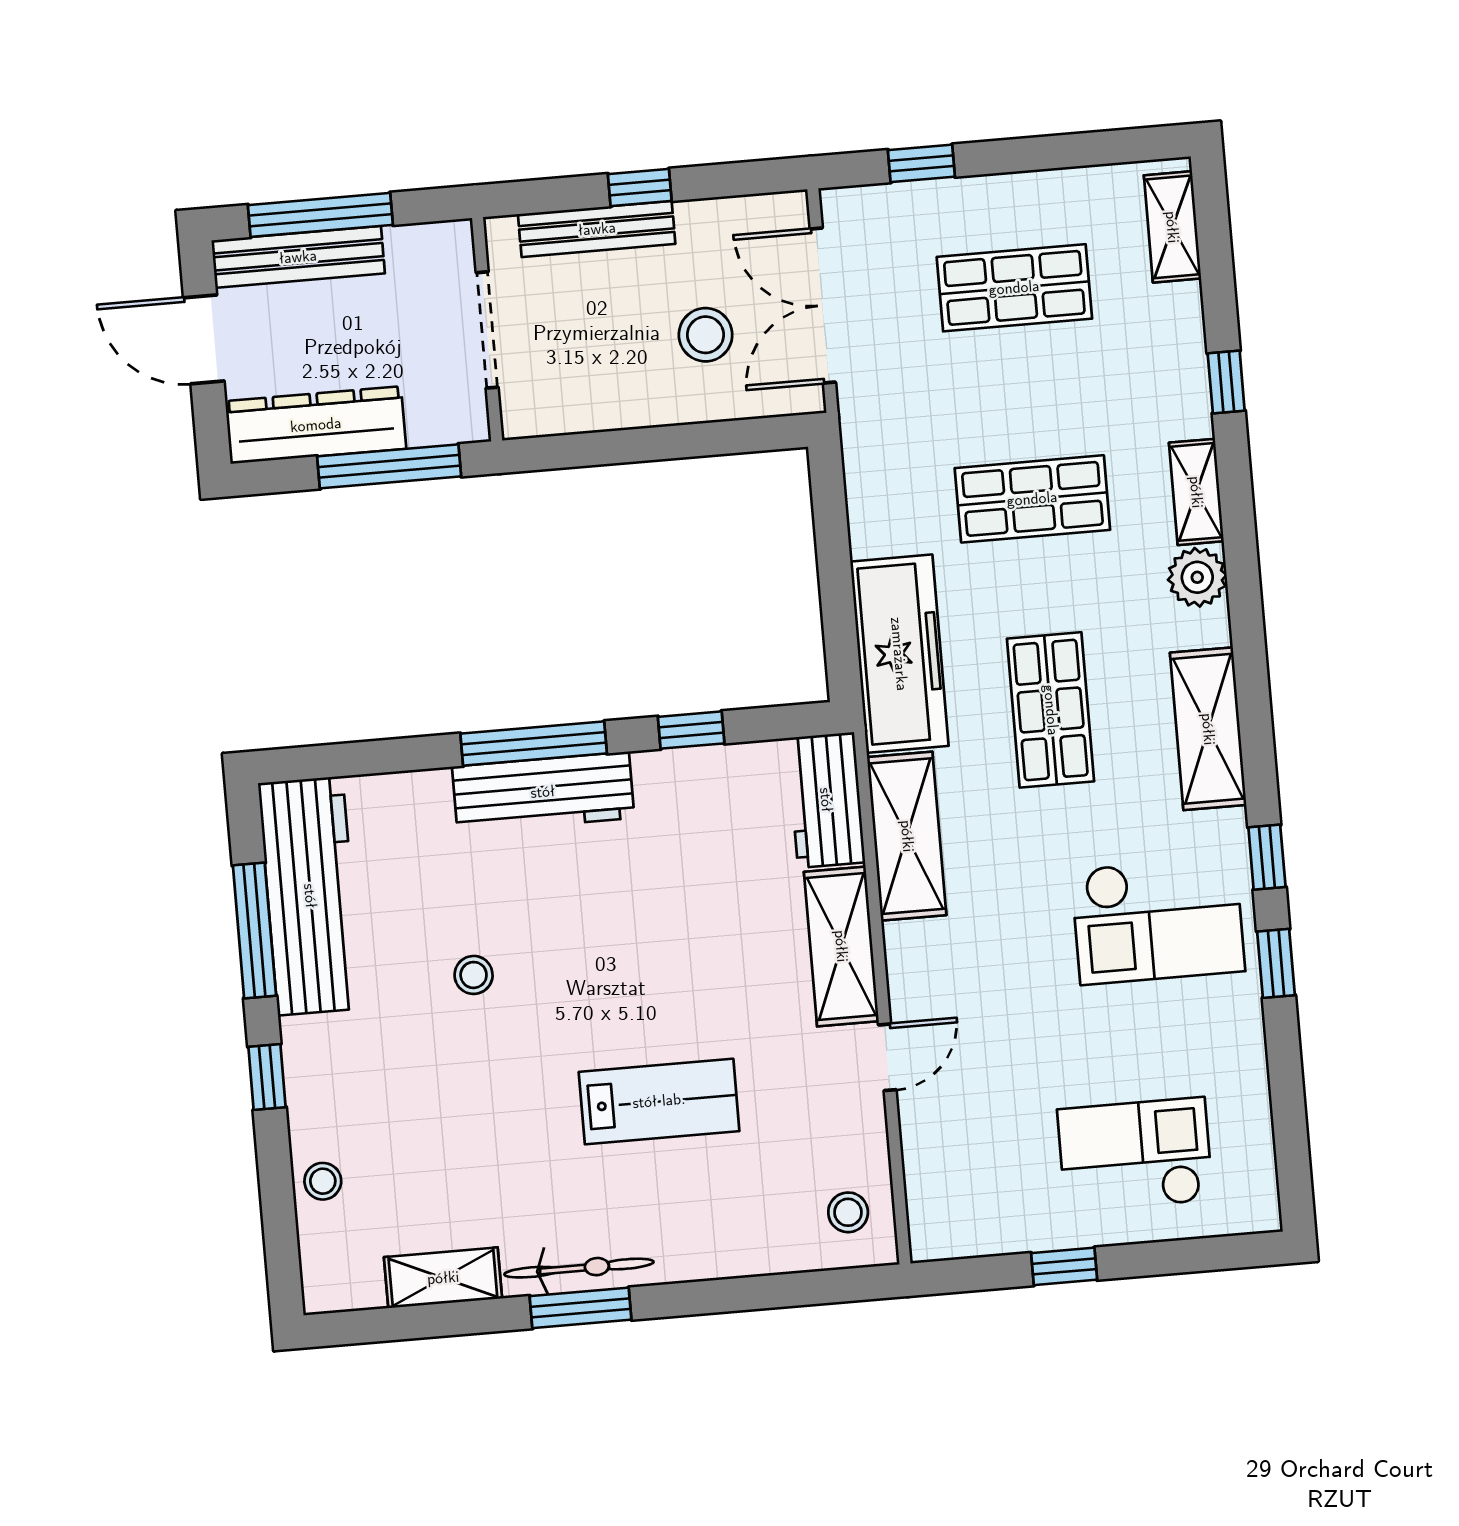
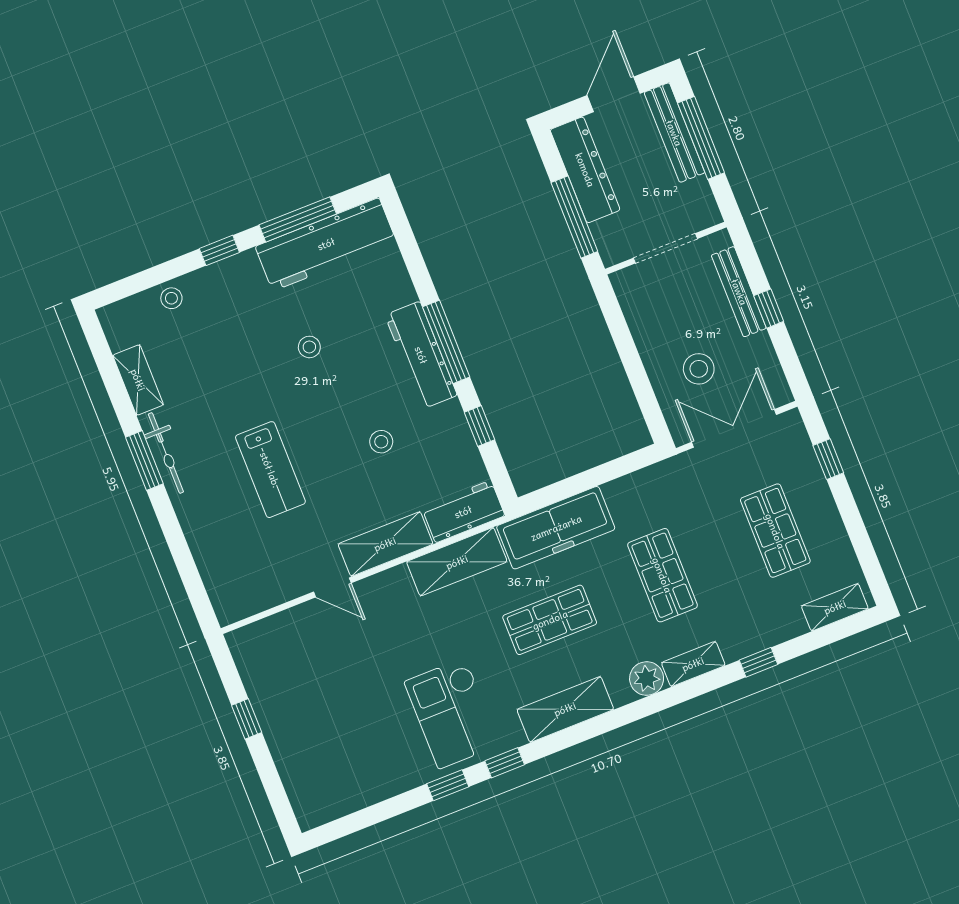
checkout: (1135, 1155) -> (319, 739), removed
stool: (848, 1212) -> (381, 442), moved

